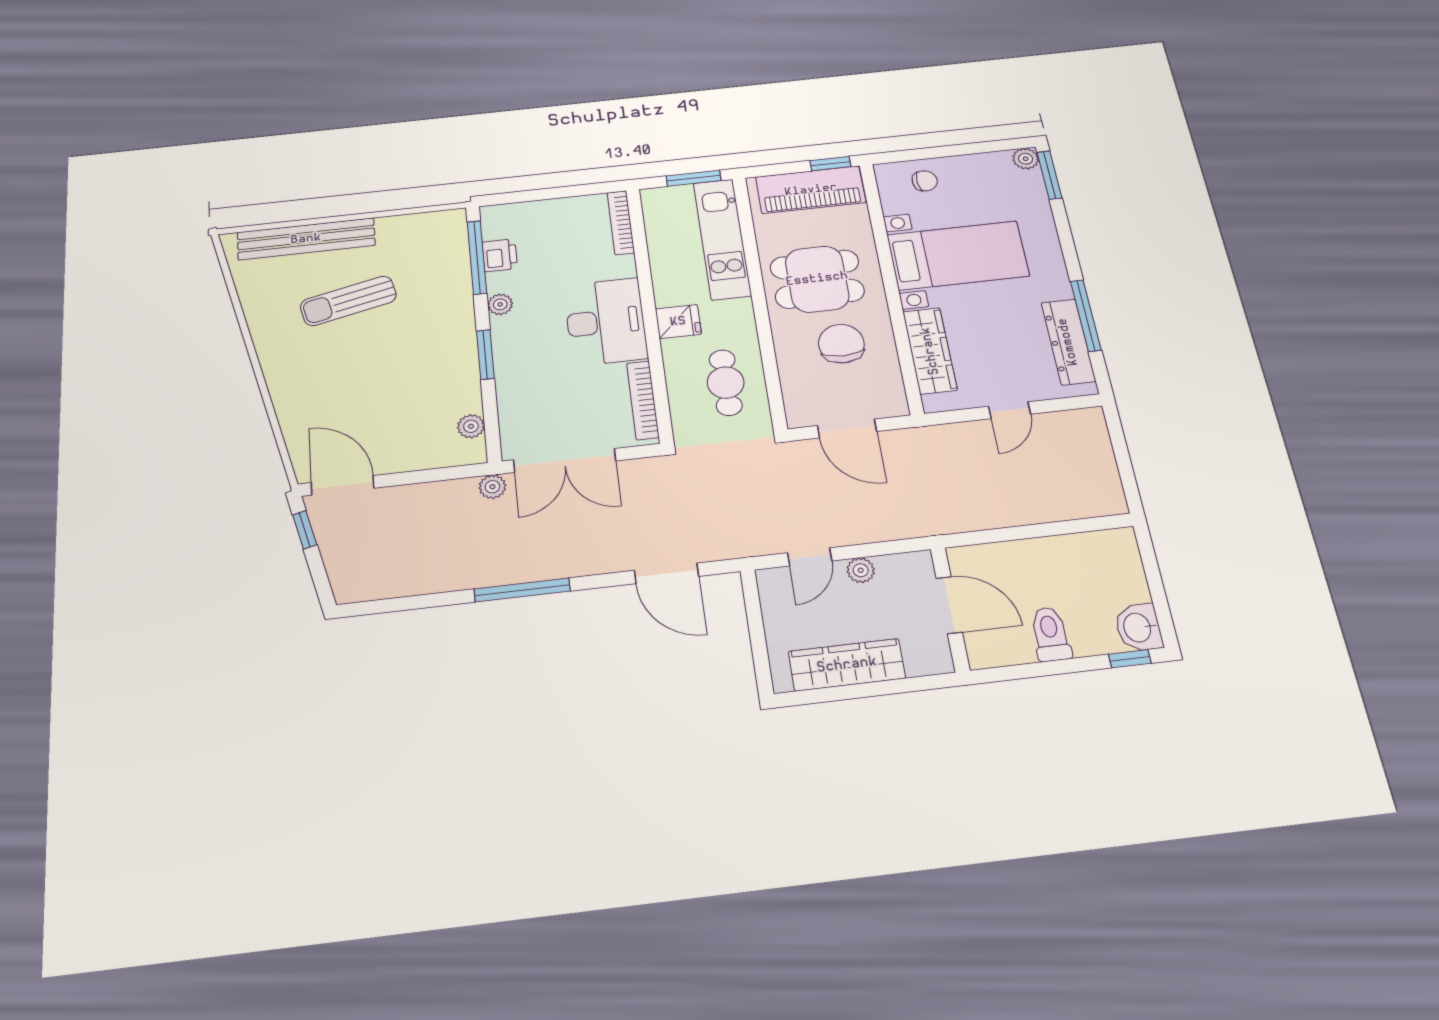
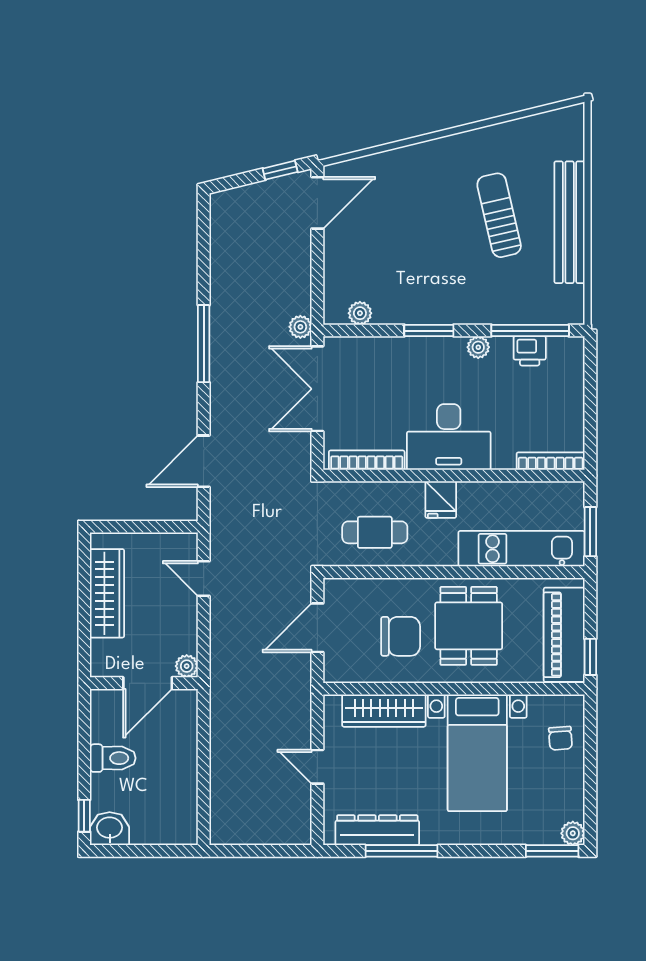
bench: (306, 239) -> (570, 222), moved
plant: (861, 570) -> (187, 666), moved

